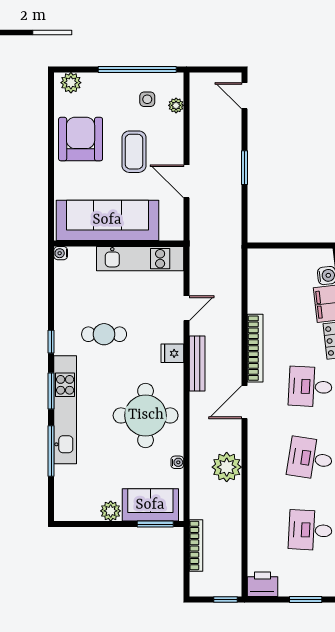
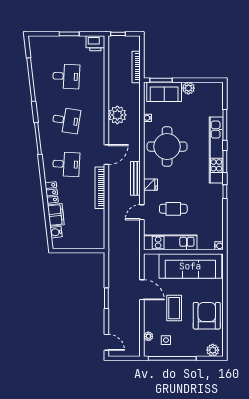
armchair: (81, 139) -> (207, 316), turned 180
cafe table: (104, 334) -> (173, 209), moved

